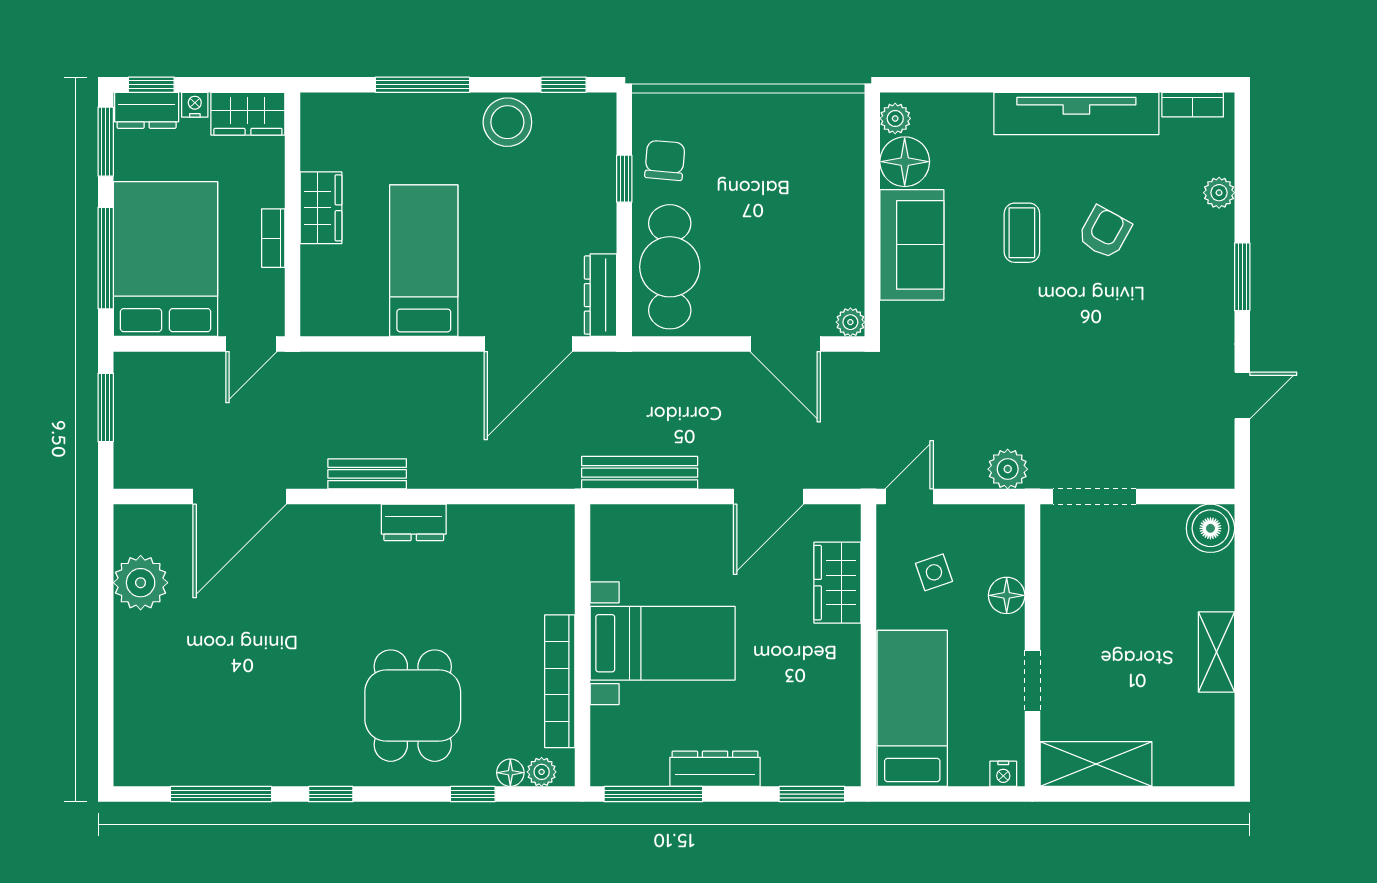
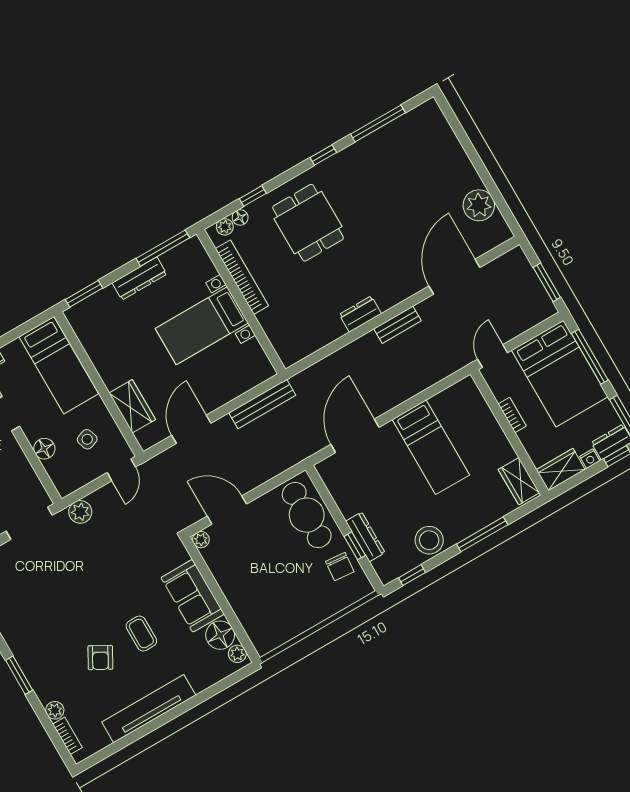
bookcase: (1193, 105) -> (67, 736), moved, turned 90
wardrobe: (321, 208) -> (519, 481), moved
dresser: (601, 295) -> (365, 537), moved

